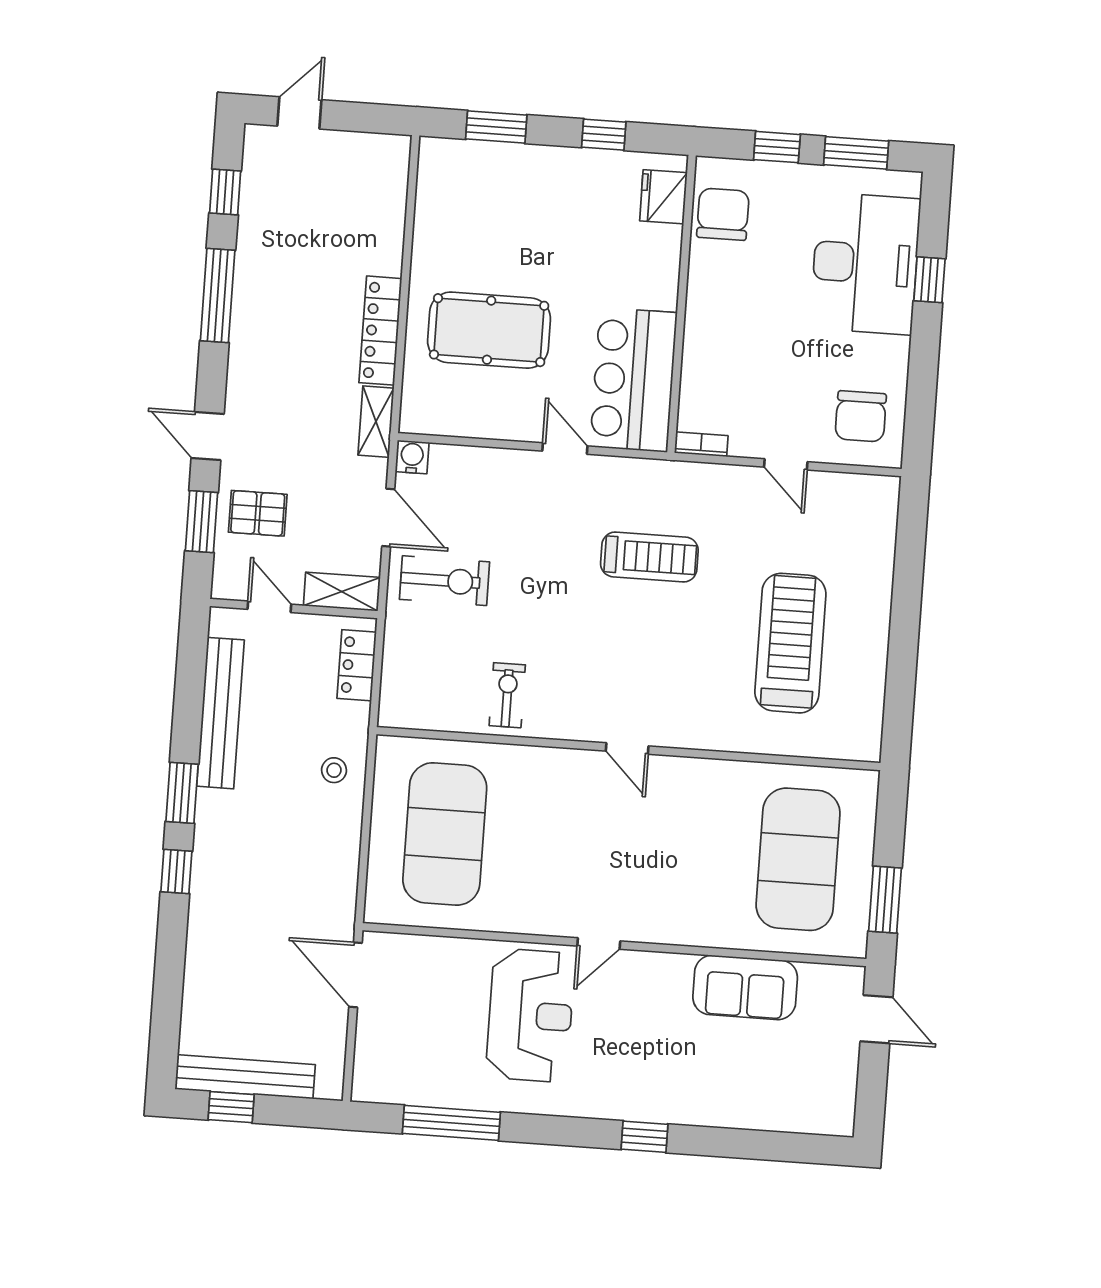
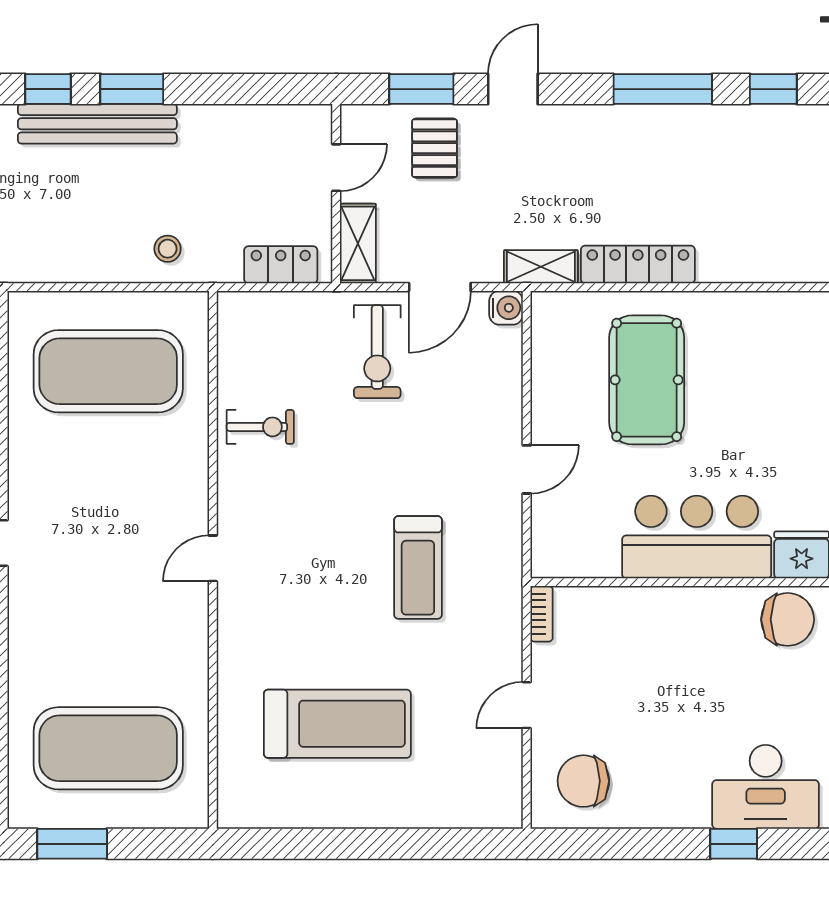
desk: (865, 263) -> (766, 787), width x0.73, depth x0.77
bar counter: (634, 380) -> (697, 537), moved
bench: (220, 713) -> (97, 124), moved

